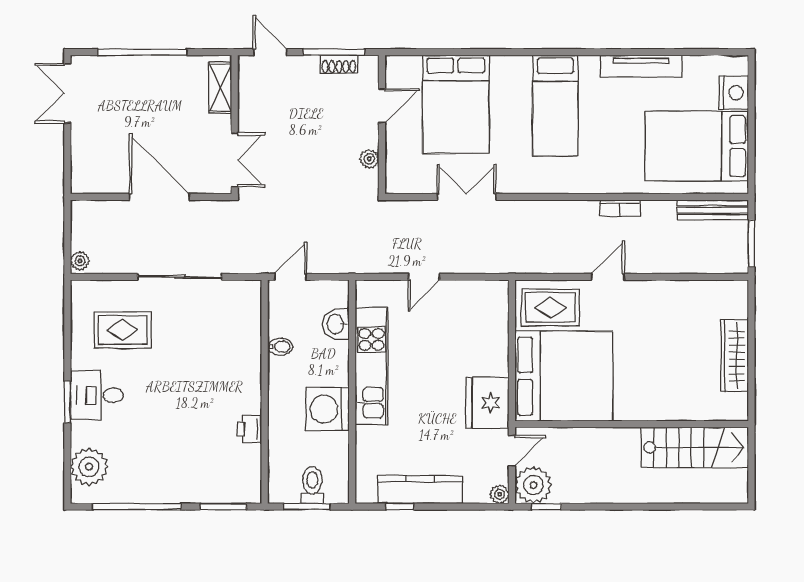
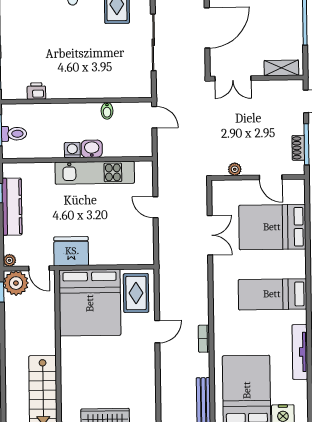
door: (608, 277) -> (157, 332), hinge flipped
washbasin: (336, 324) -> (92, 149), moved
washing machine: (327, 409) -> (72, 150), width x0.53, depth x0.53
printer: (249, 429) -> (36, 91), moved

